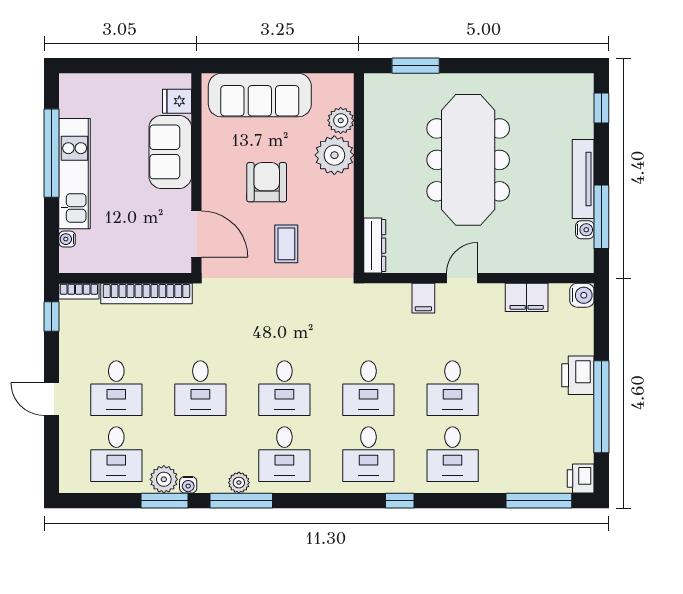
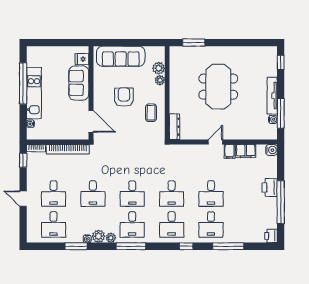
plant: (334, 155) -> (160, 80), width x0.53, depth x0.53
meeting table: (468, 160) -> (218, 87), width x0.73
coffee table: (286, 244) -> (151, 113), moved
filing cabinet: (423, 298) -> (230, 151), moved
plant: (164, 479) -> (99, 236), moved
window: (241, 501) -> (131, 246), moved
window: (539, 501) -> (228, 246), moved

